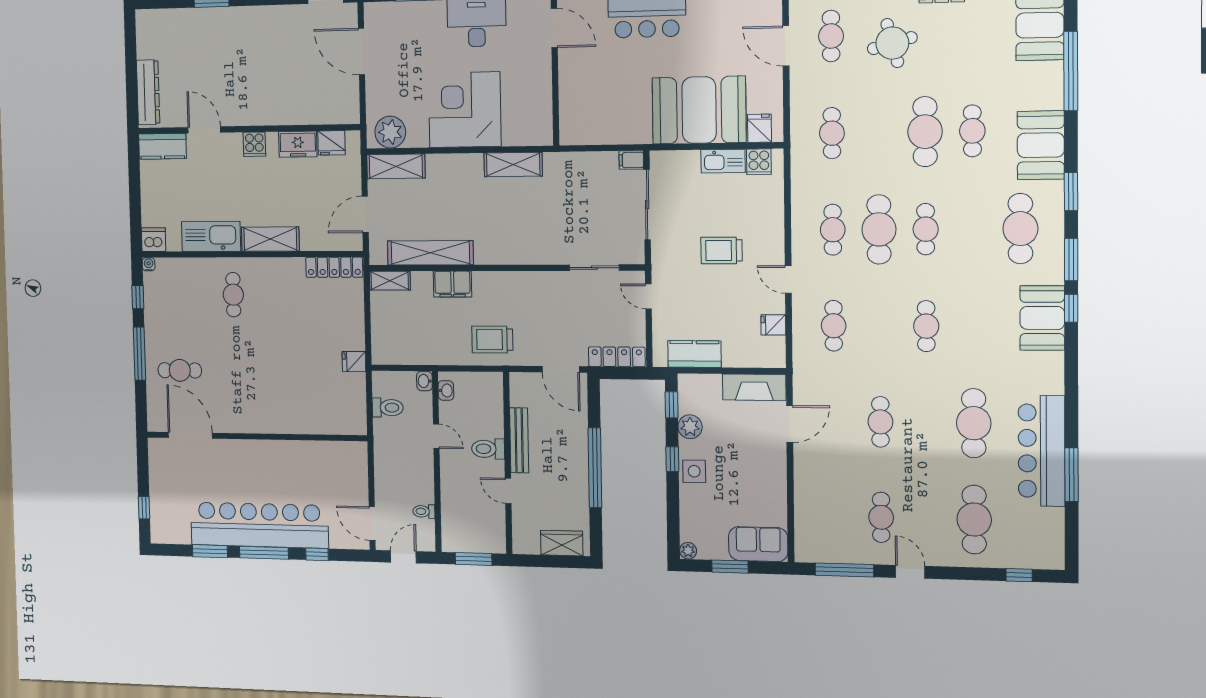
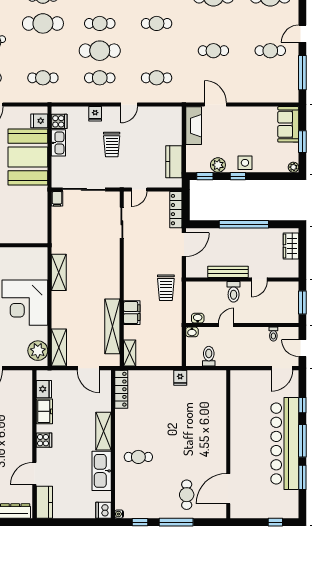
fridge: (773, 325) -> (95, 114), moved

